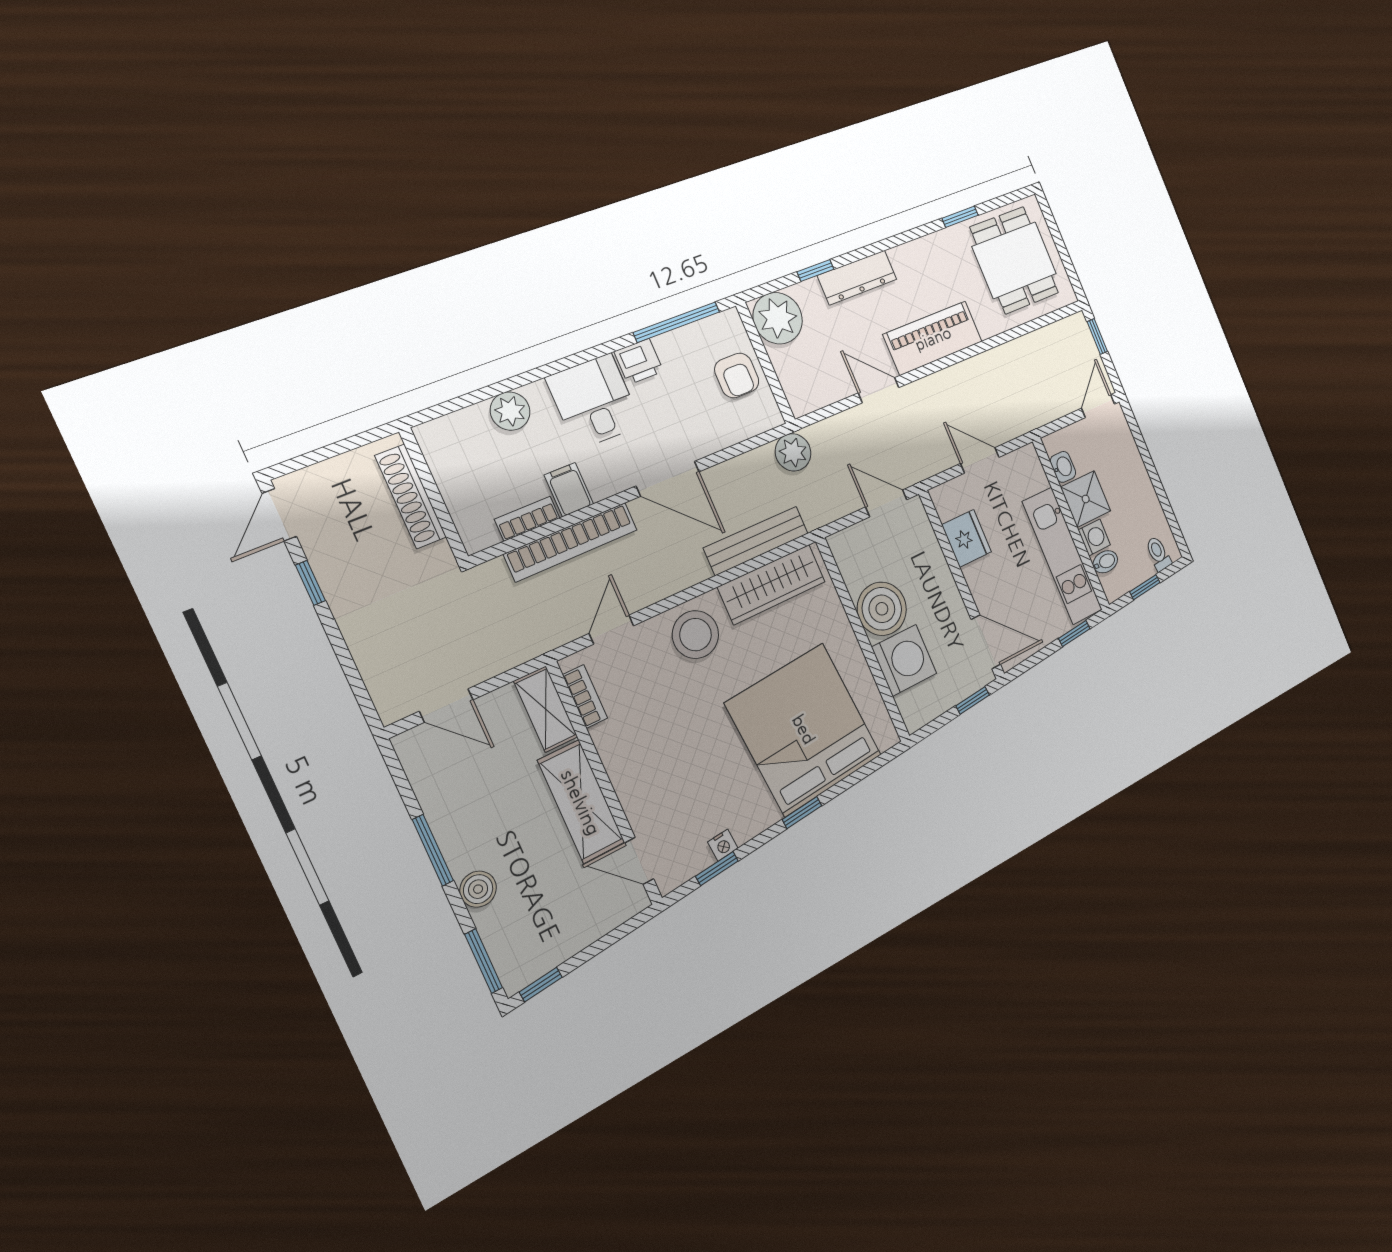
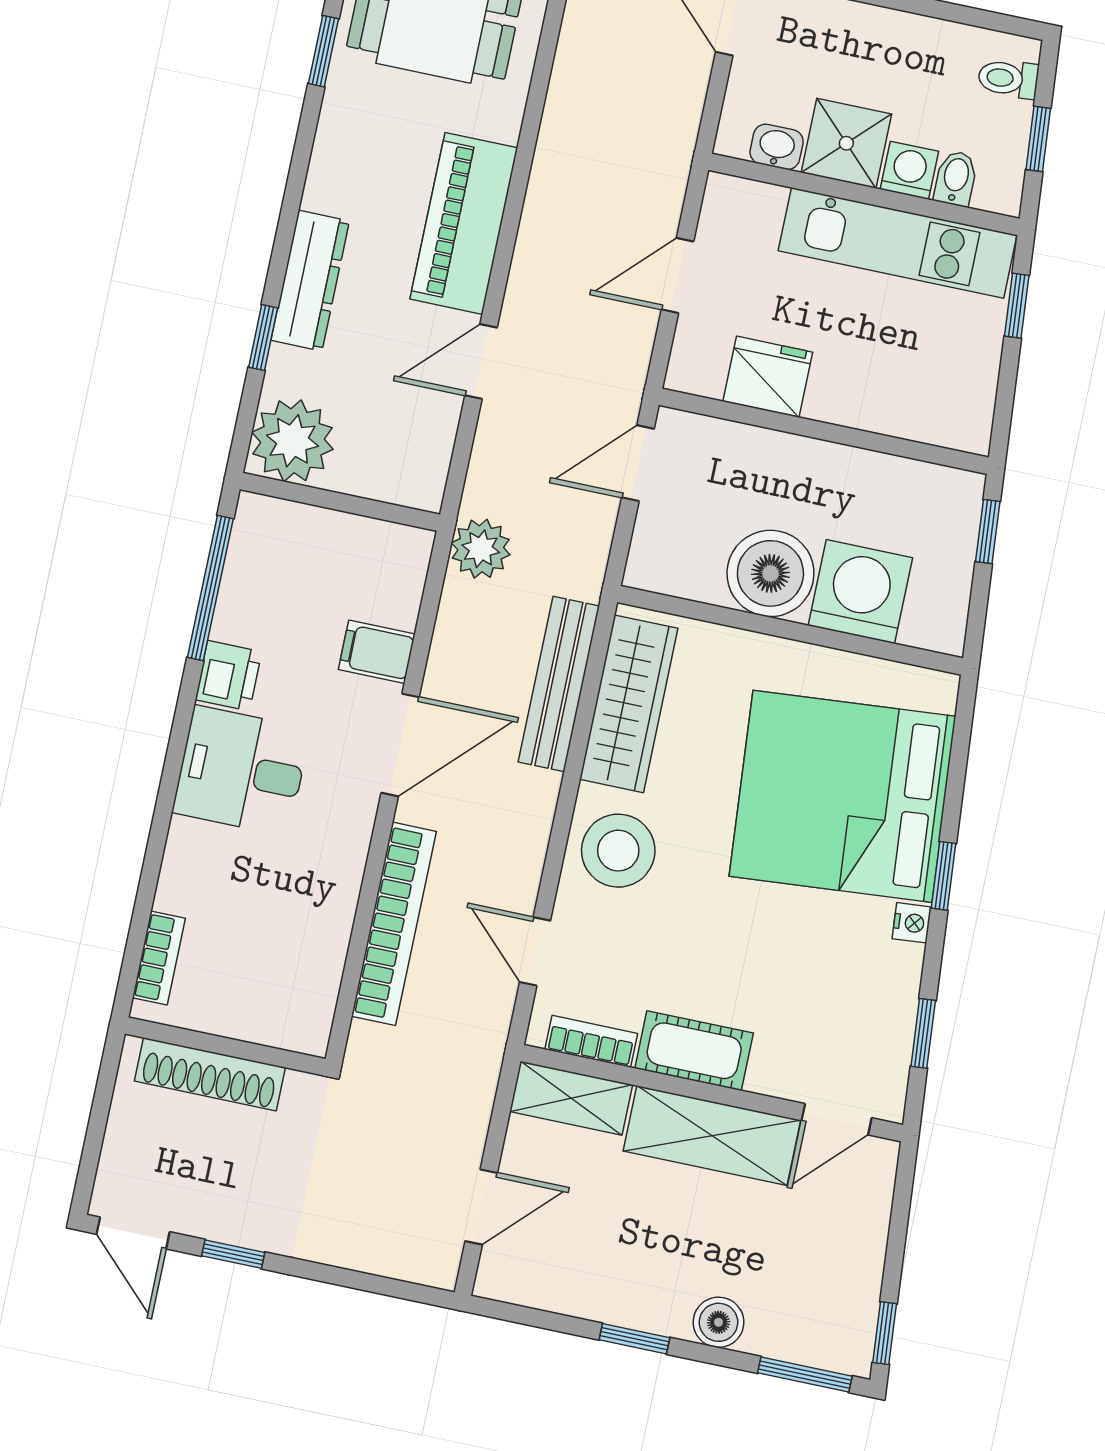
armchair: (737, 375) -> (330, 555), removed
plant: (510, 411) -> (186, 884), removed
filing cabinet: (569, 490) -> (377, 652), moved
bookcase: (527, 519) -> (159, 958), moved, turned 180
door: (986, 642) -> (926, 453), removed
cot: (620, 756) -> (694, 1051), added
nightstand: (723, 845) -> (912, 923), moved
window: (433, 850) -> (634, 1339), width x0.67

